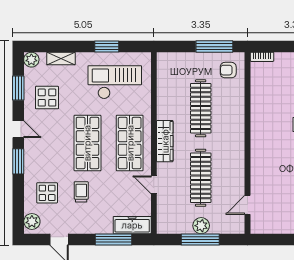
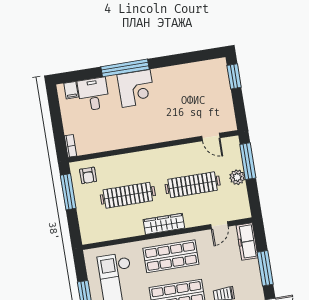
door: (154, 185) -> (219, 225), moved
window: (113, 239) -> (265, 268), moved
window: (200, 239) -> (248, 161), moved

